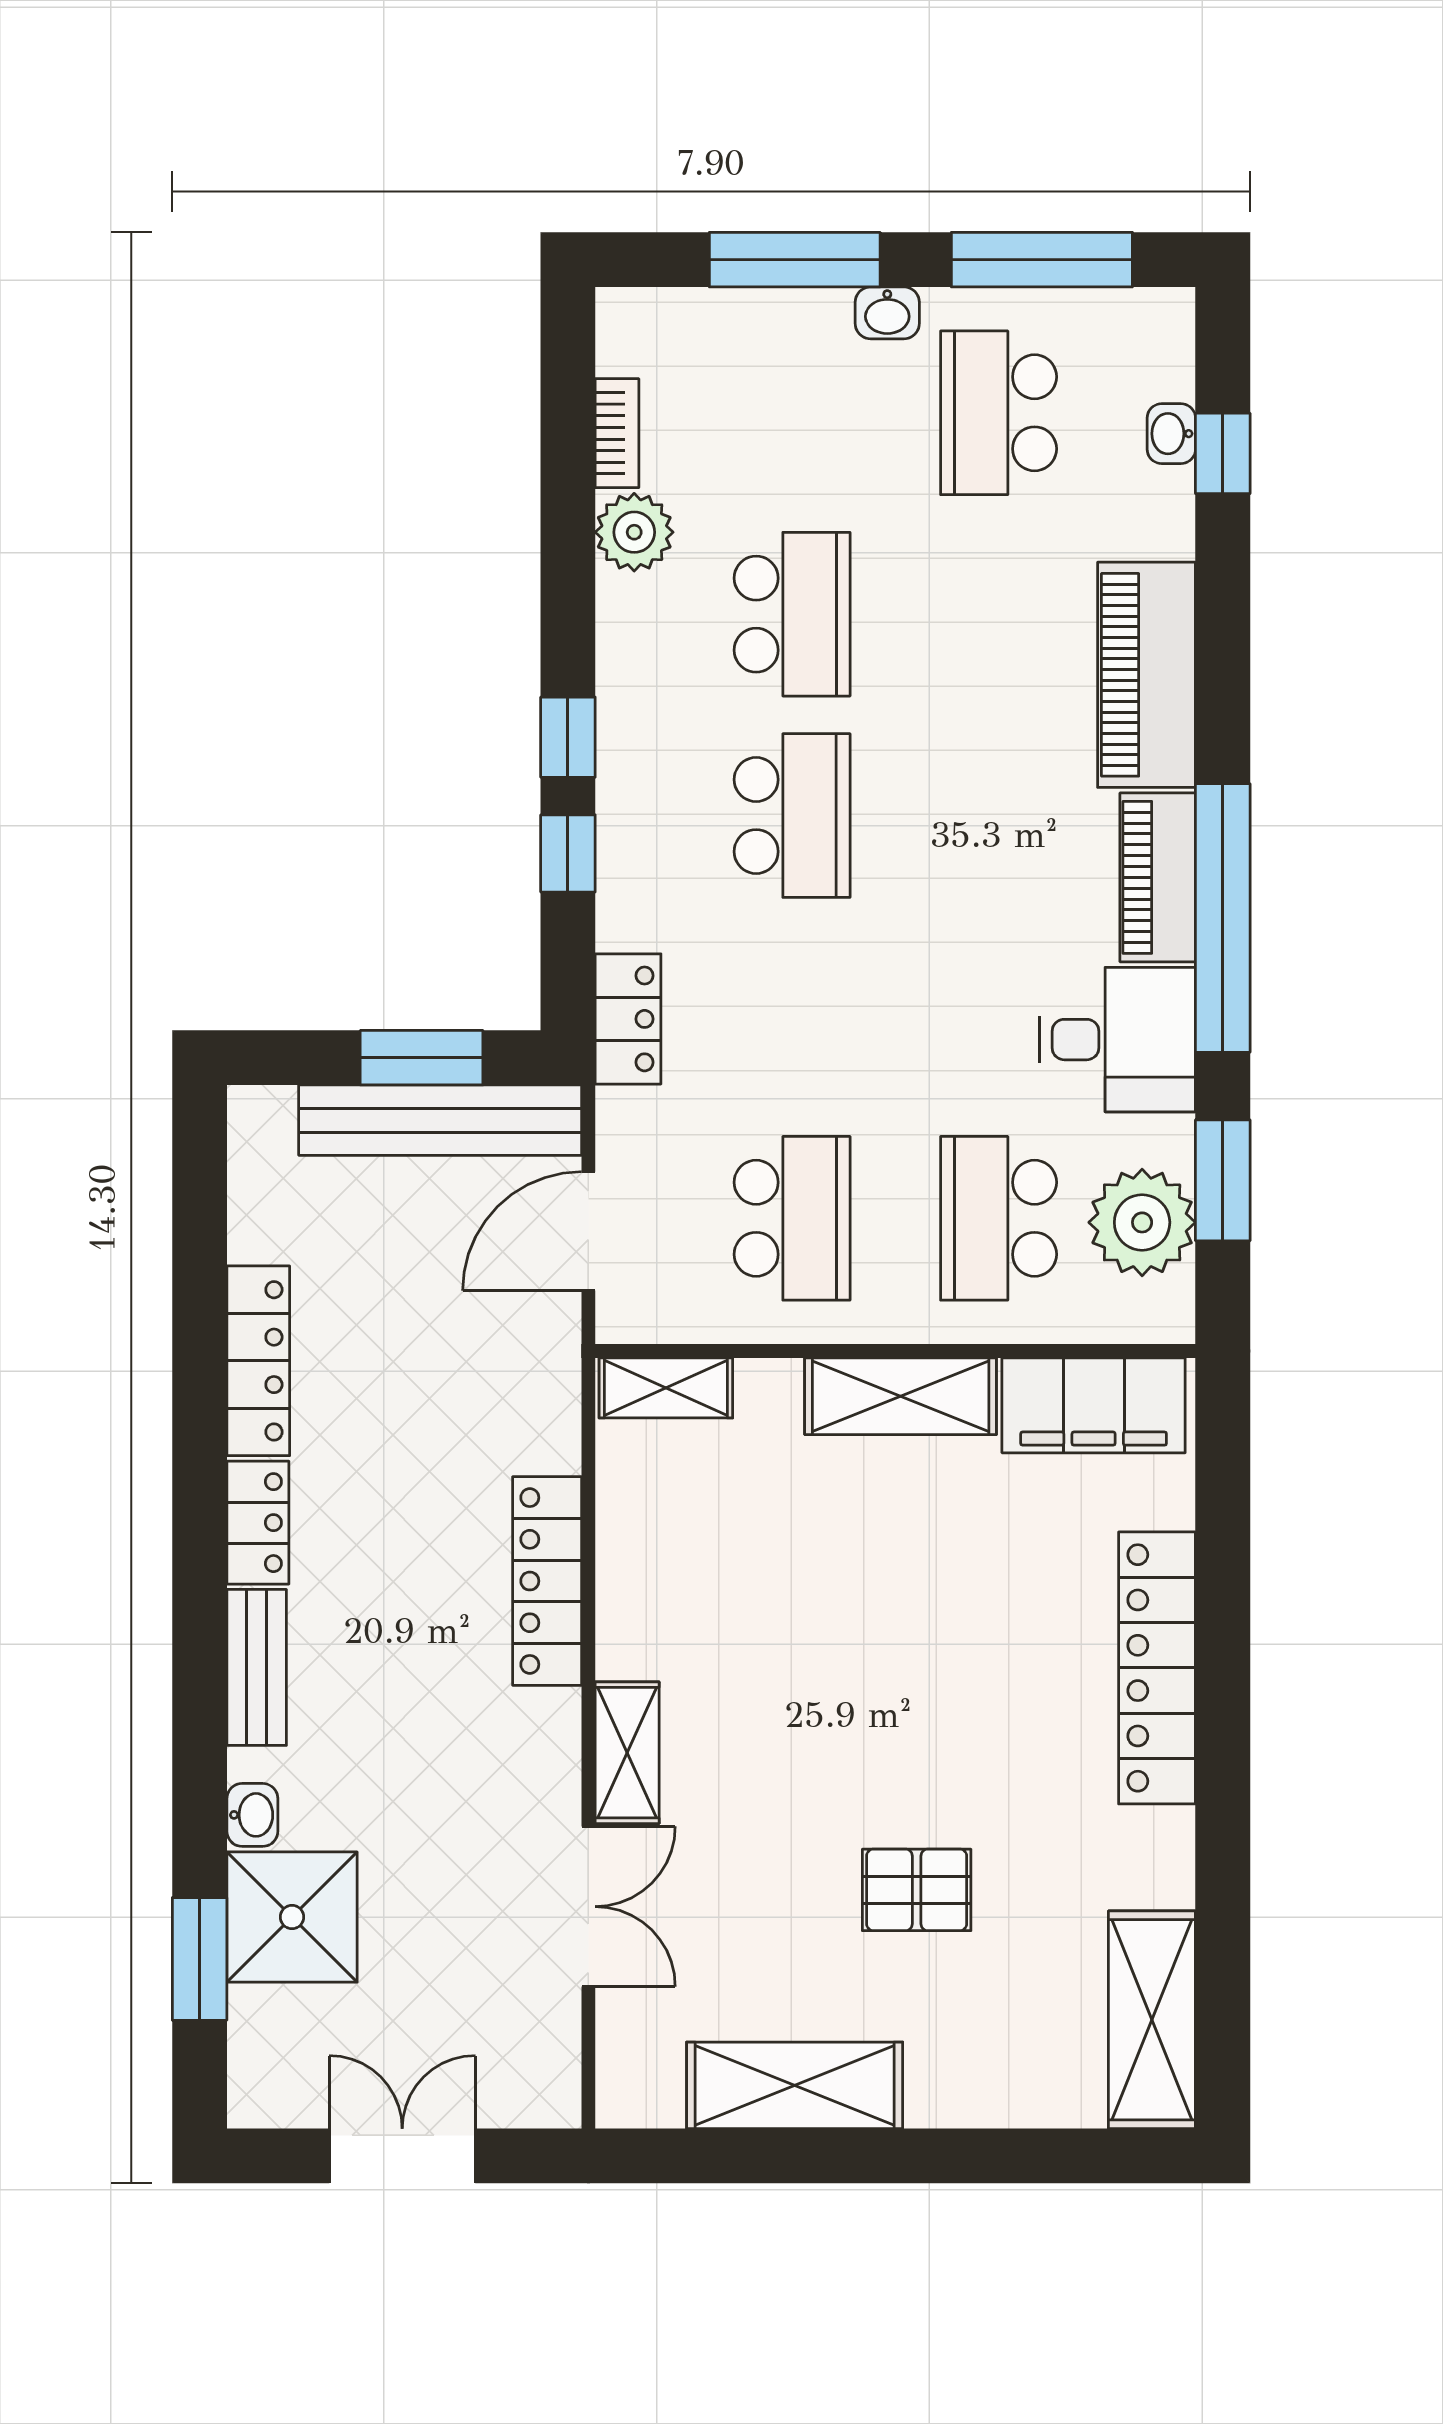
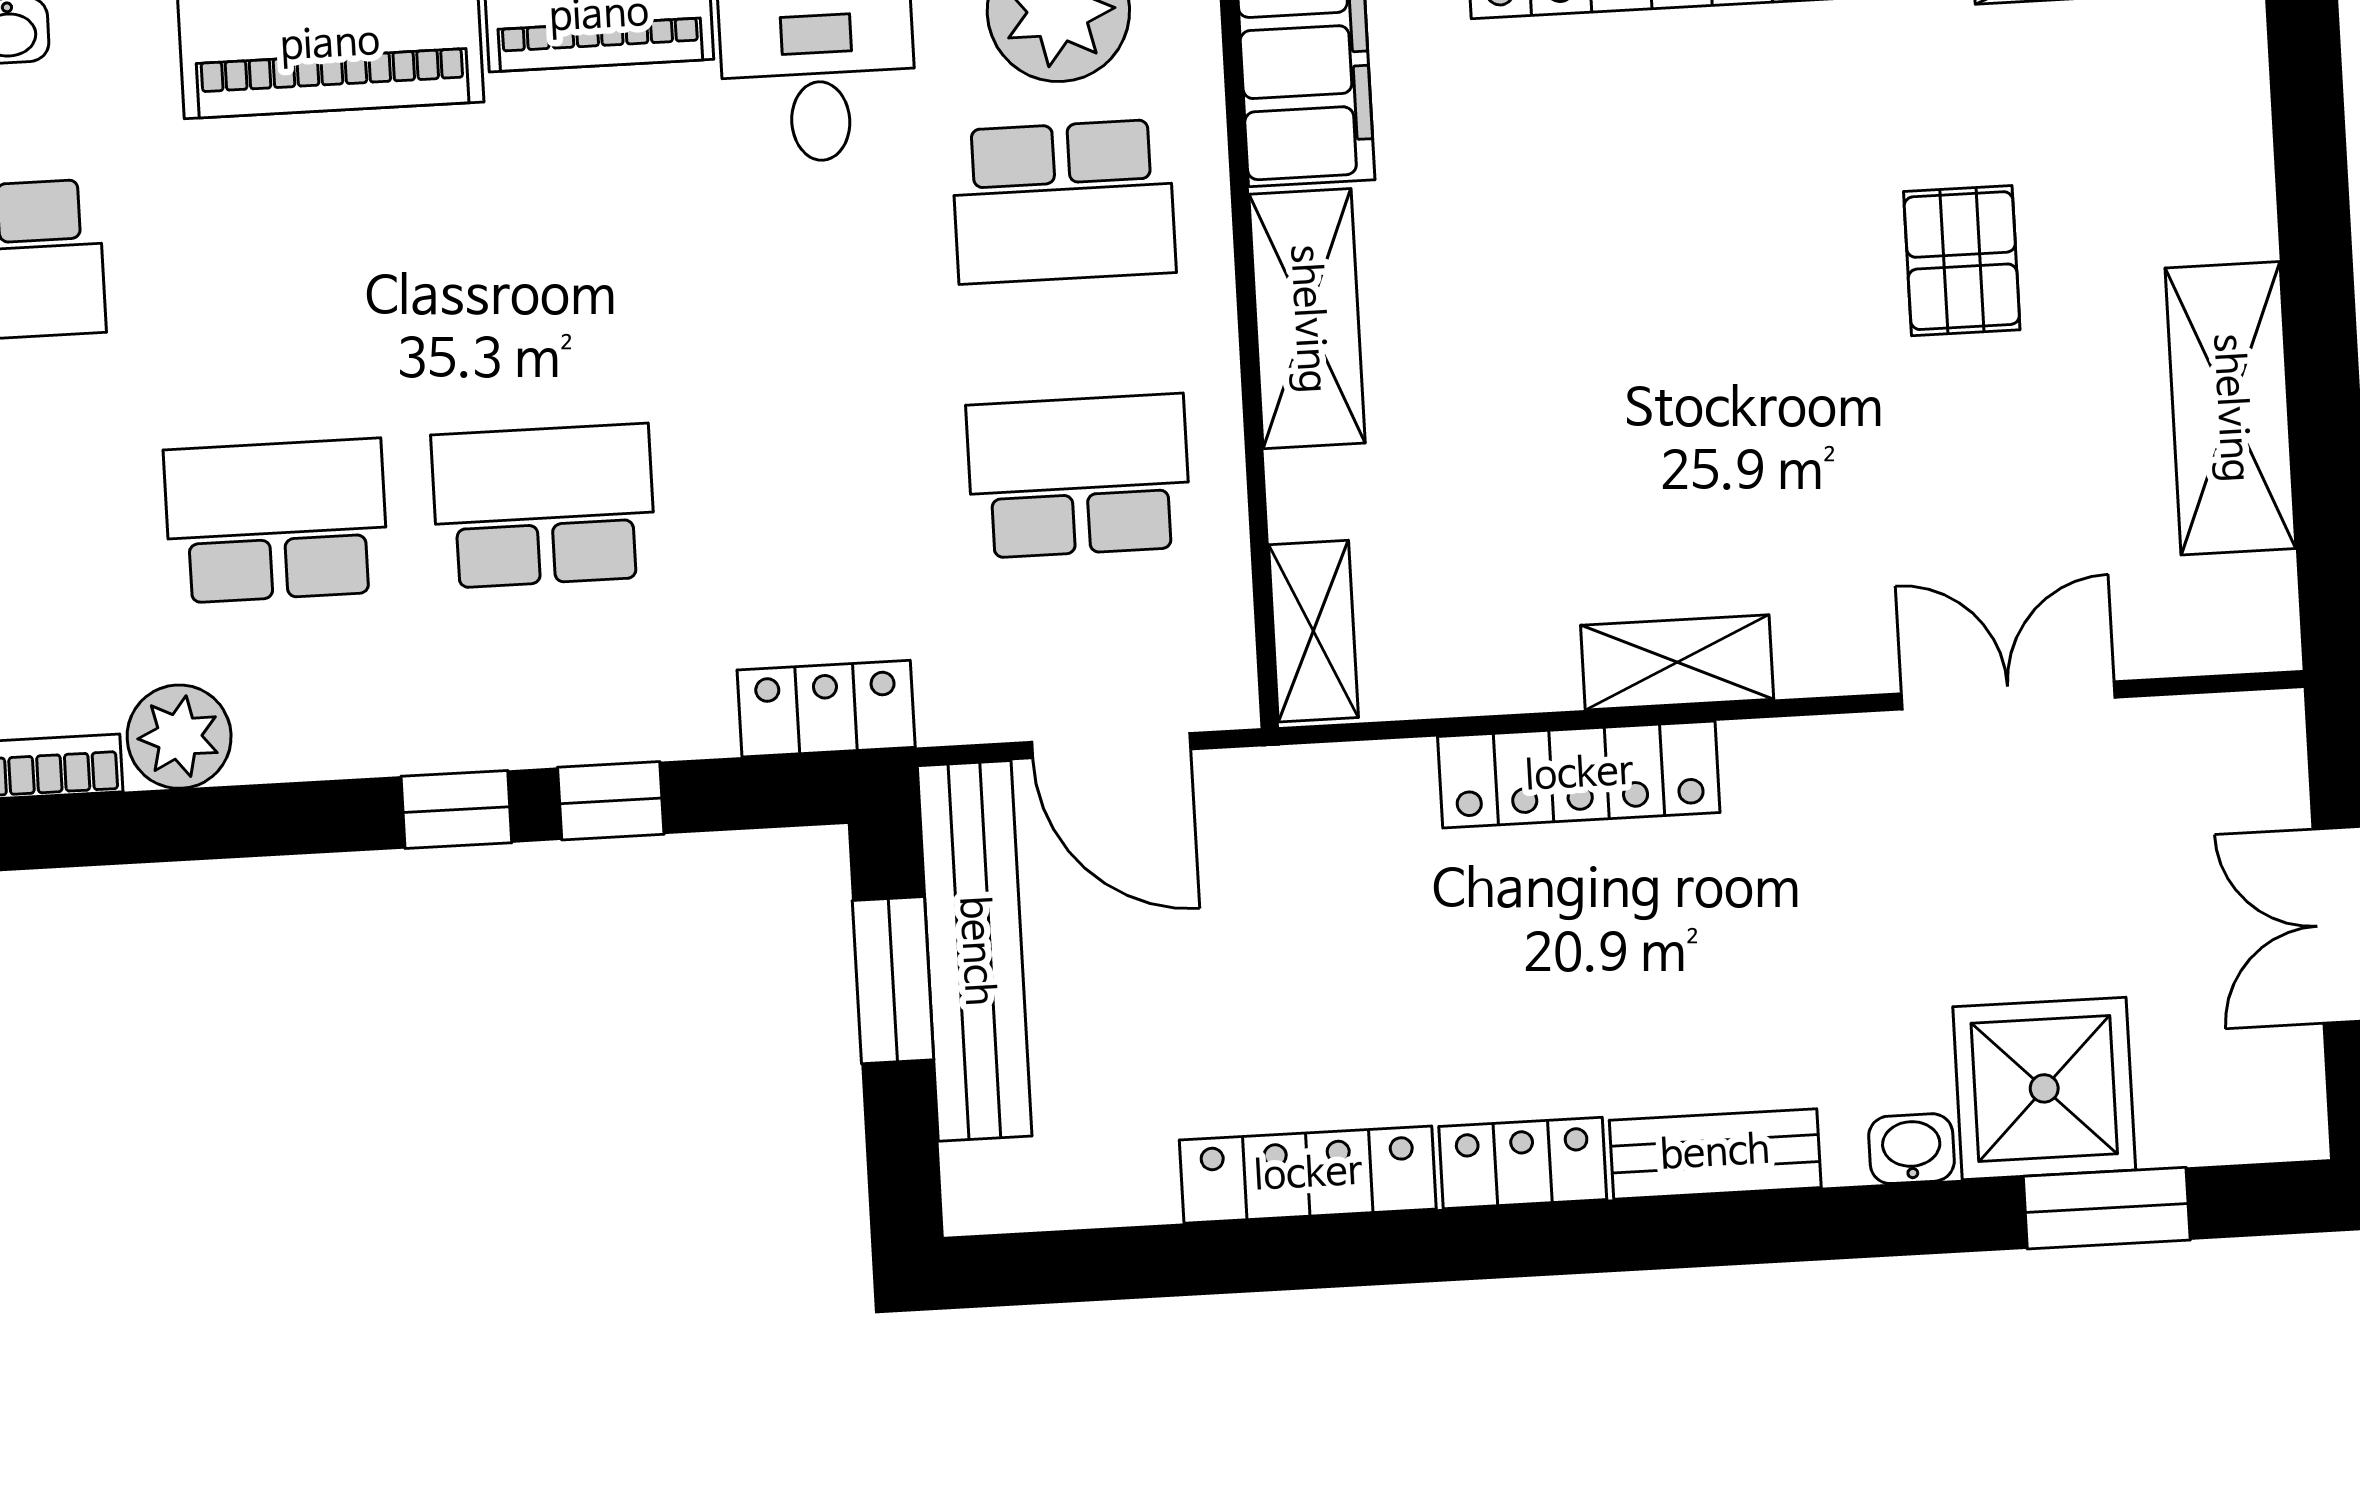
shelving: (627, 1753) -> (1677, 662), moved

